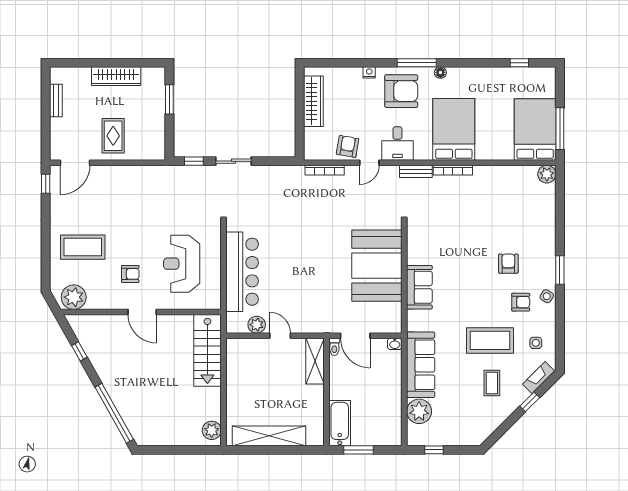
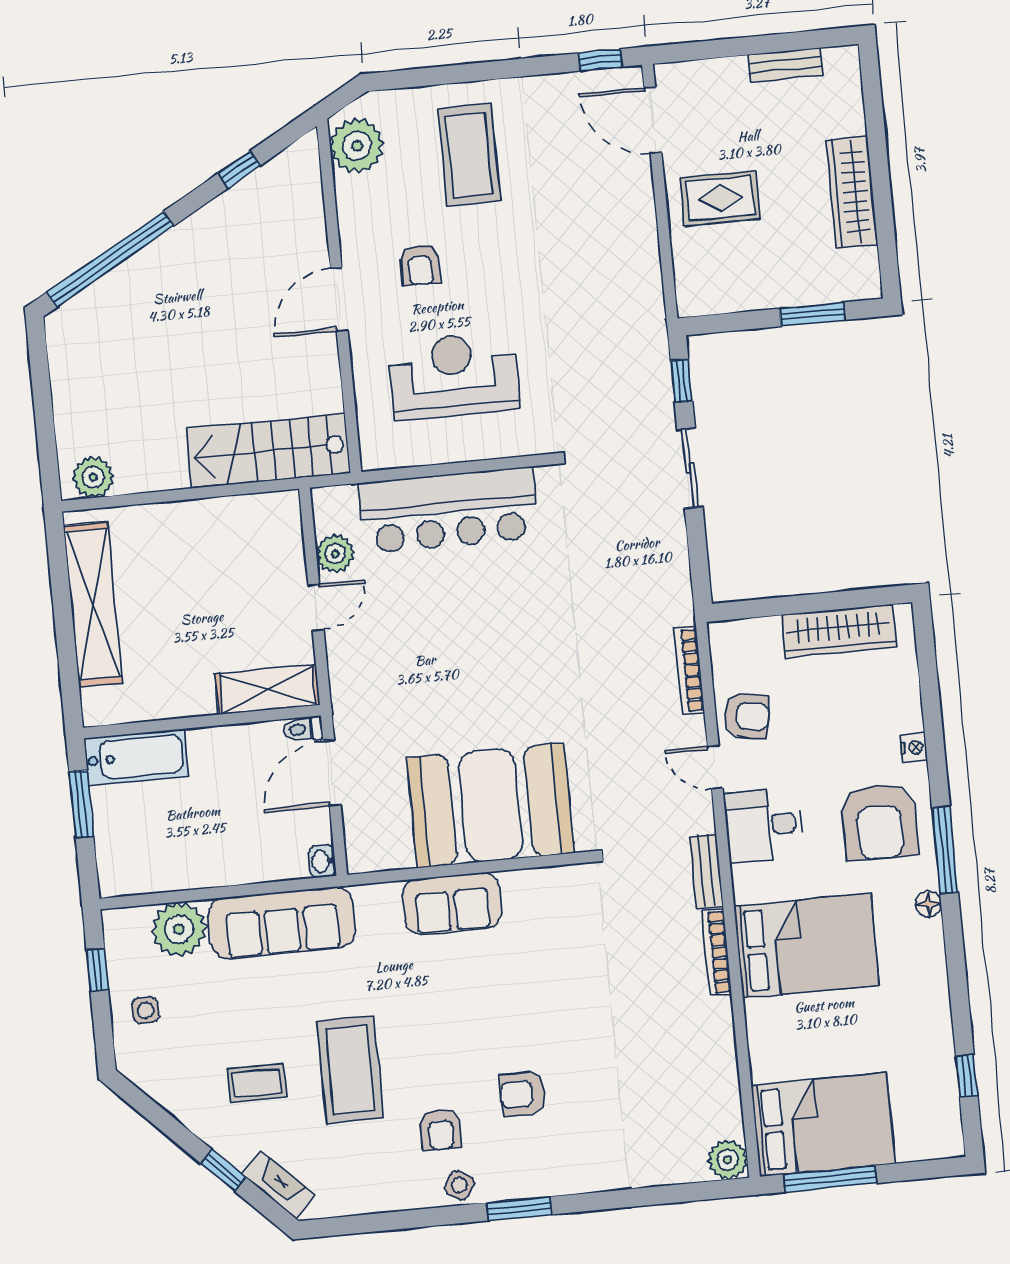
armchair: (508, 264) -> (523, 1094), turned 180
side table: (536, 343) -> (146, 1010), moved

